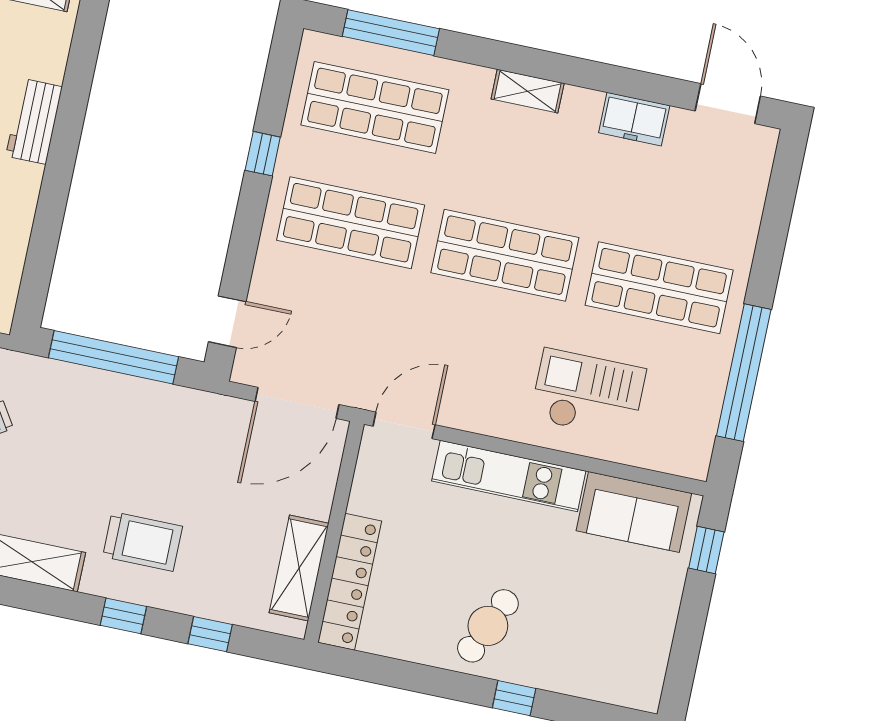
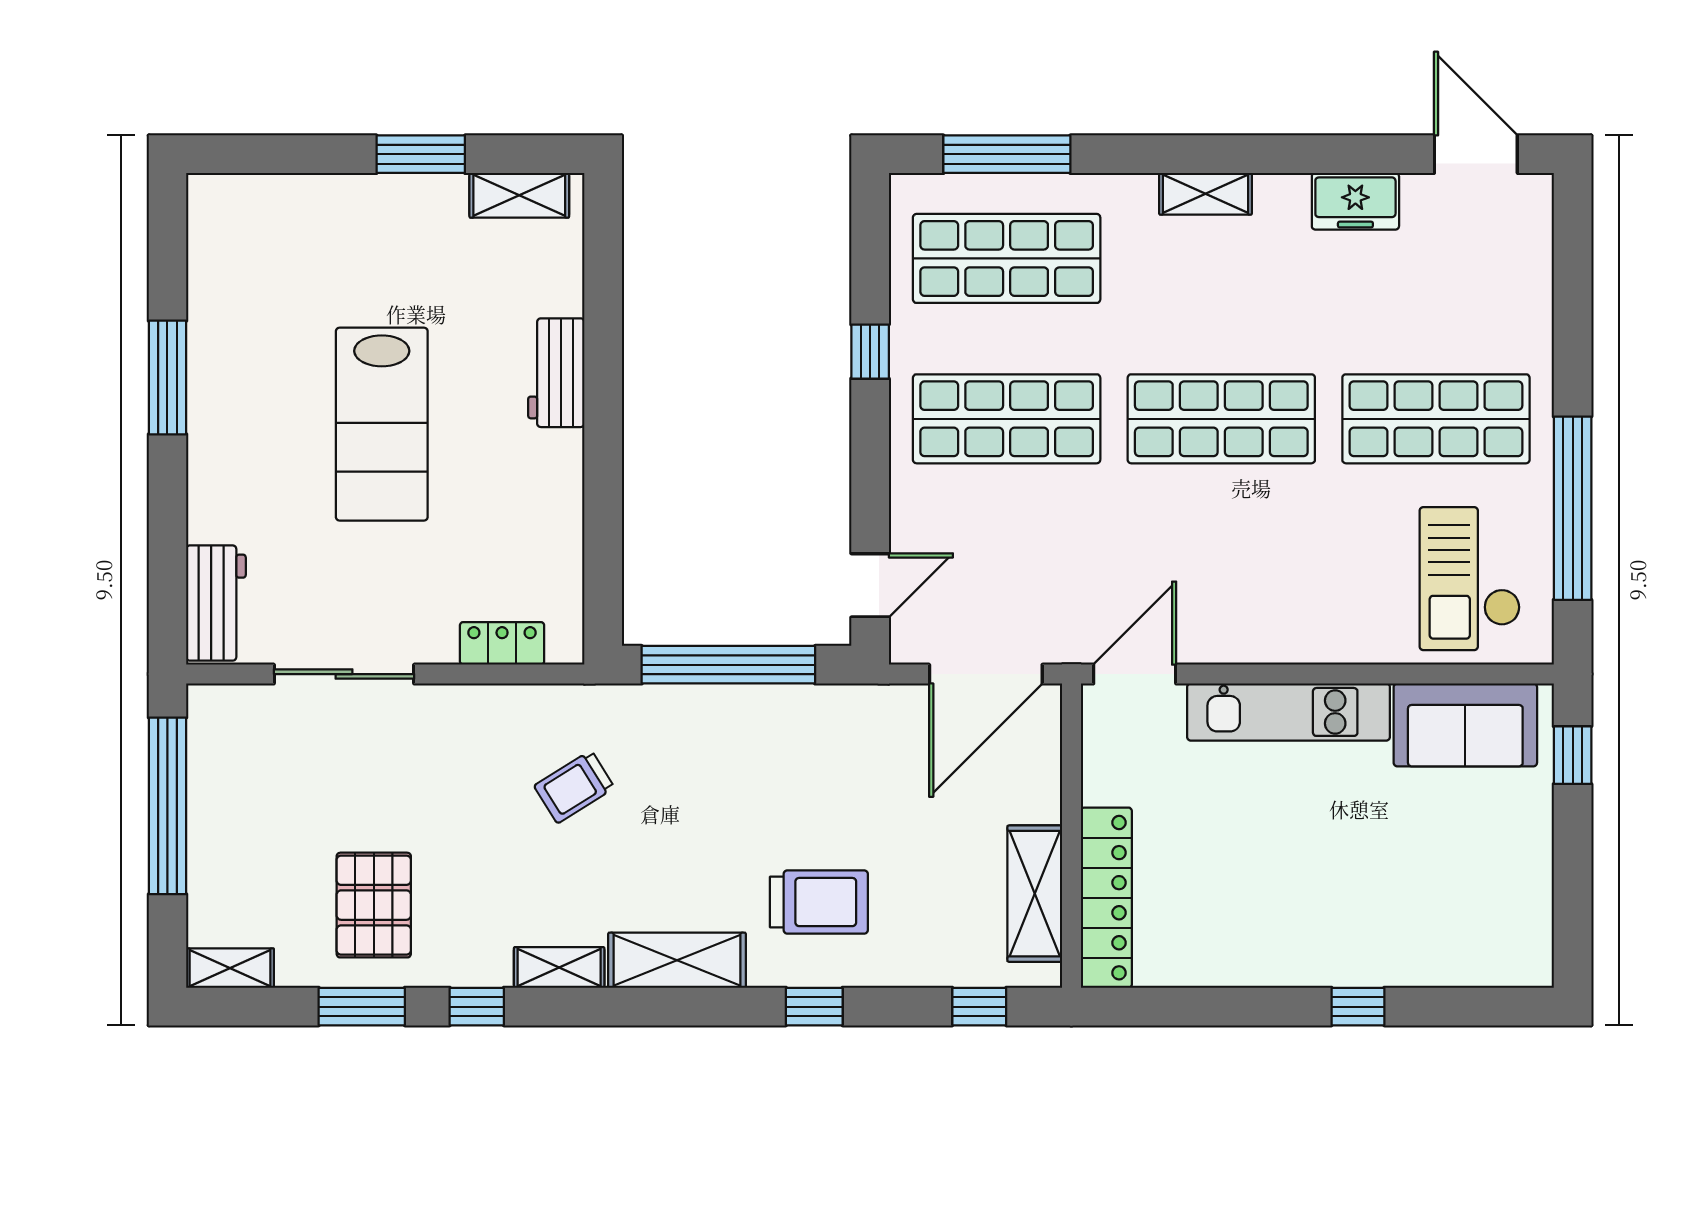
checkout: (588, 394) -> (1470, 579), moved, turned -90
cafe table: (488, 626) -> (1303, 918), removed
window: (210, 634) -> (979, 1007), moved

